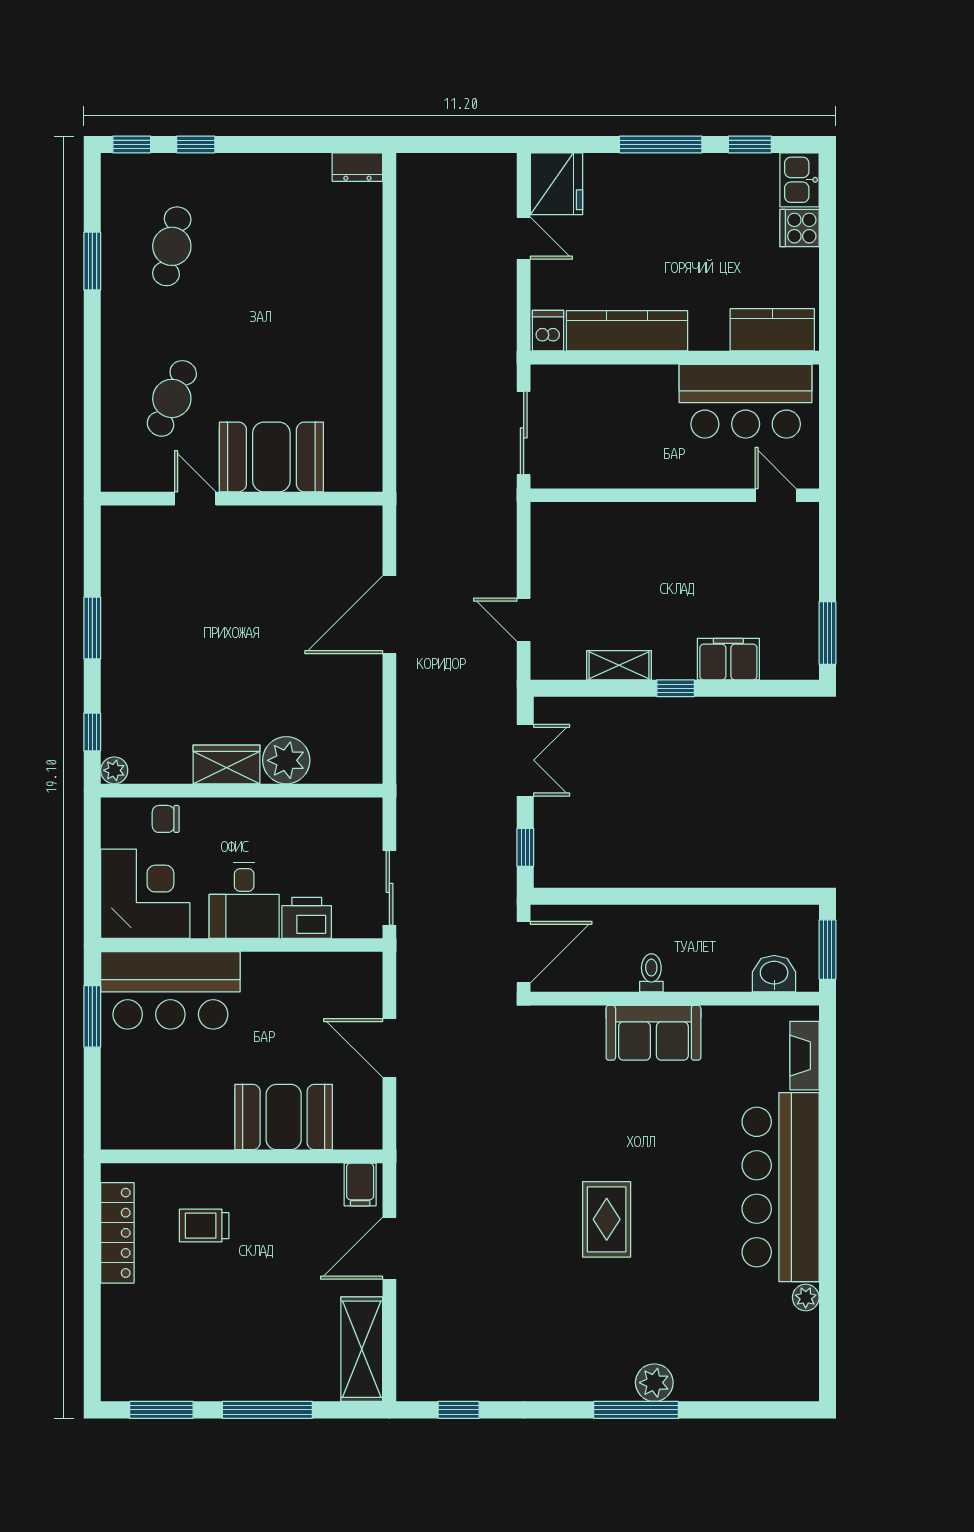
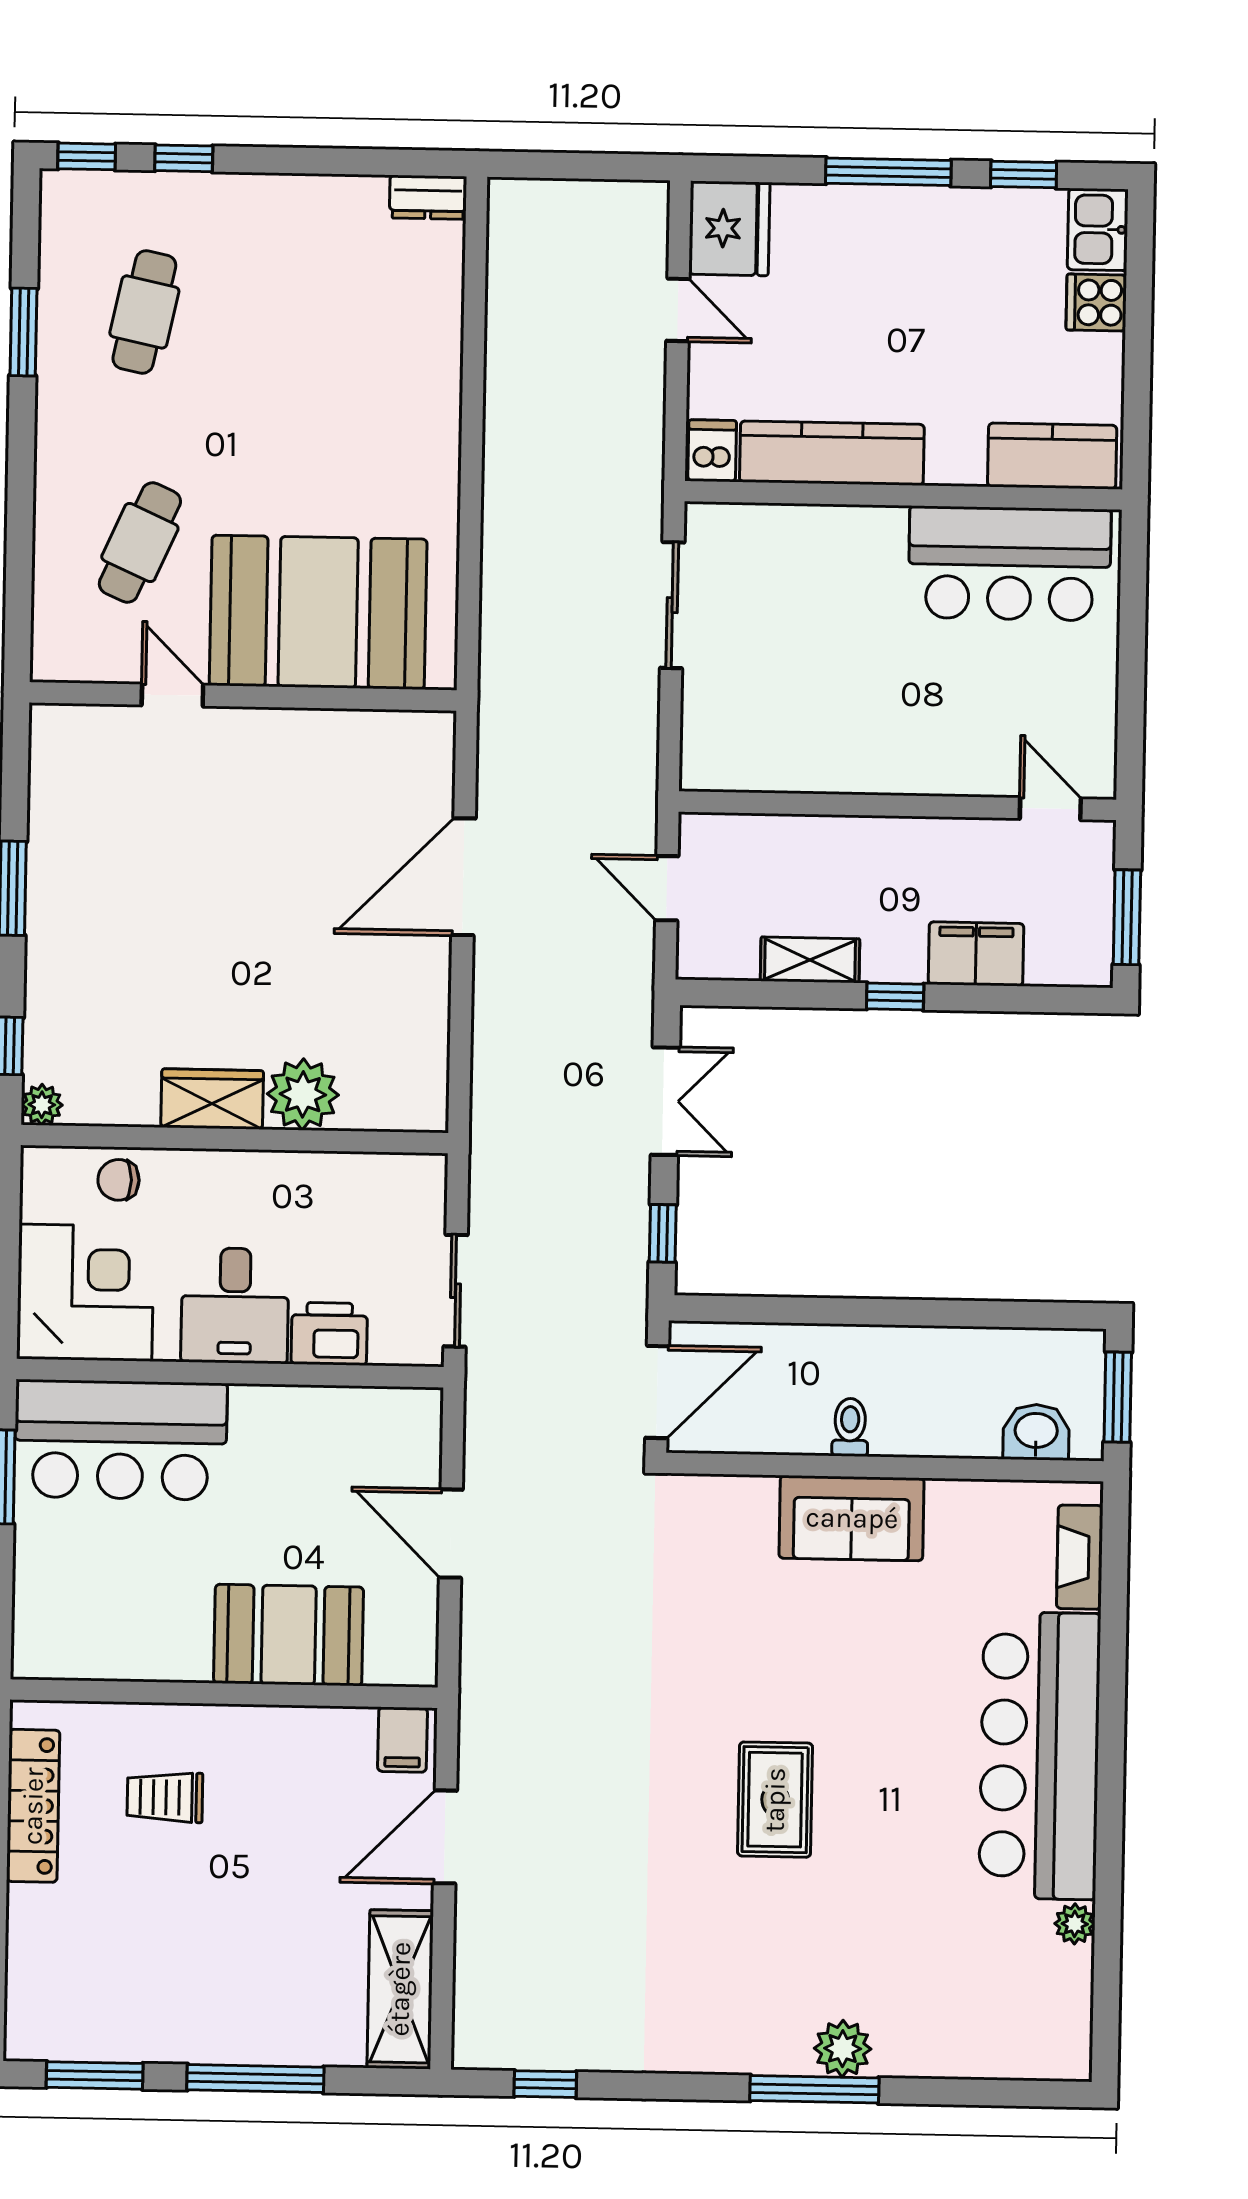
booth: (271, 457) -> (318, 612), width x1.36, depth x1.42
wall: (675, 495) -> (897, 806), moved
door: (776, 495) -> (1050, 809), moved

